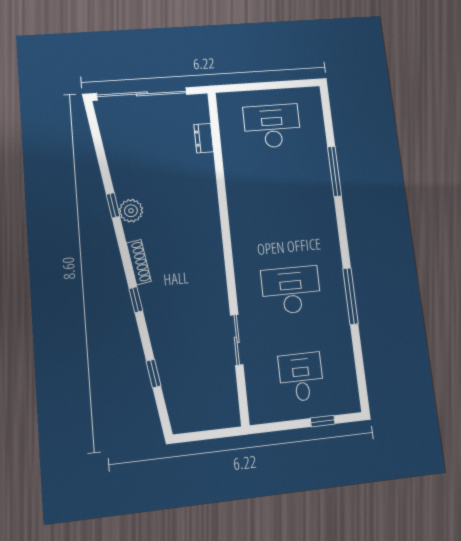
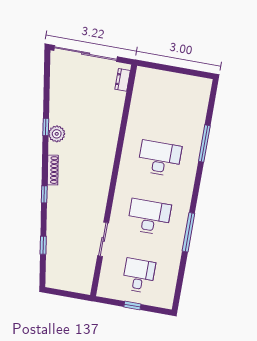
desk: (272, 126) -> (160, 158), moved
dresser: (204, 138) -> (123, 80), moved
window: (323, 421) -> (132, 306), moved

